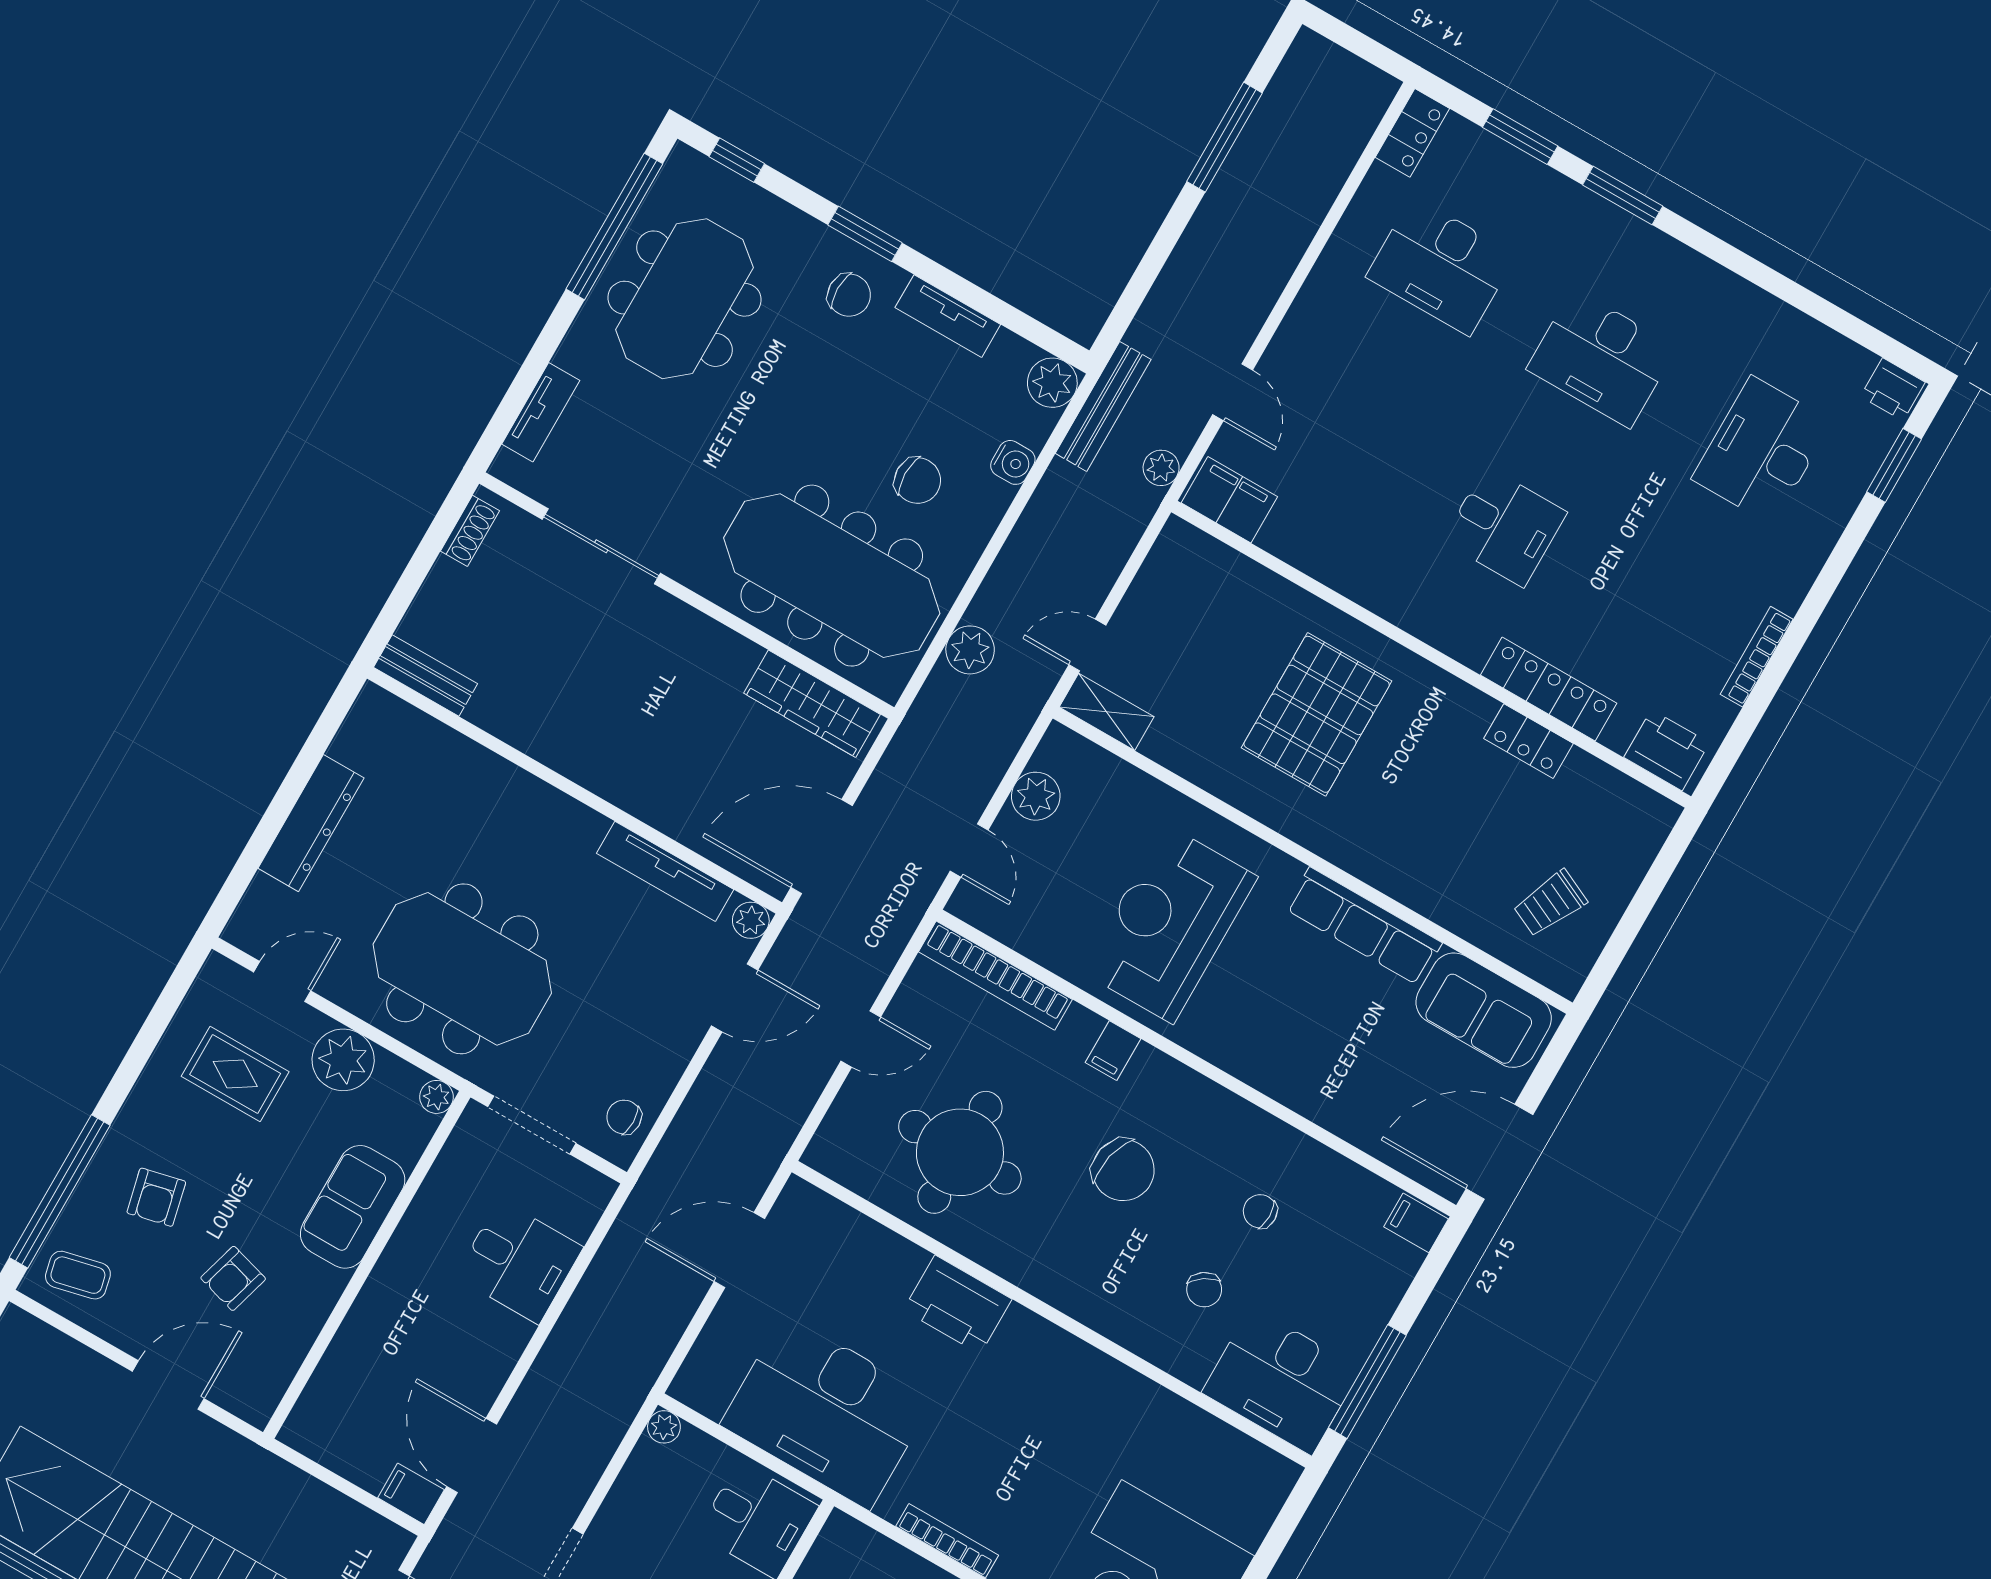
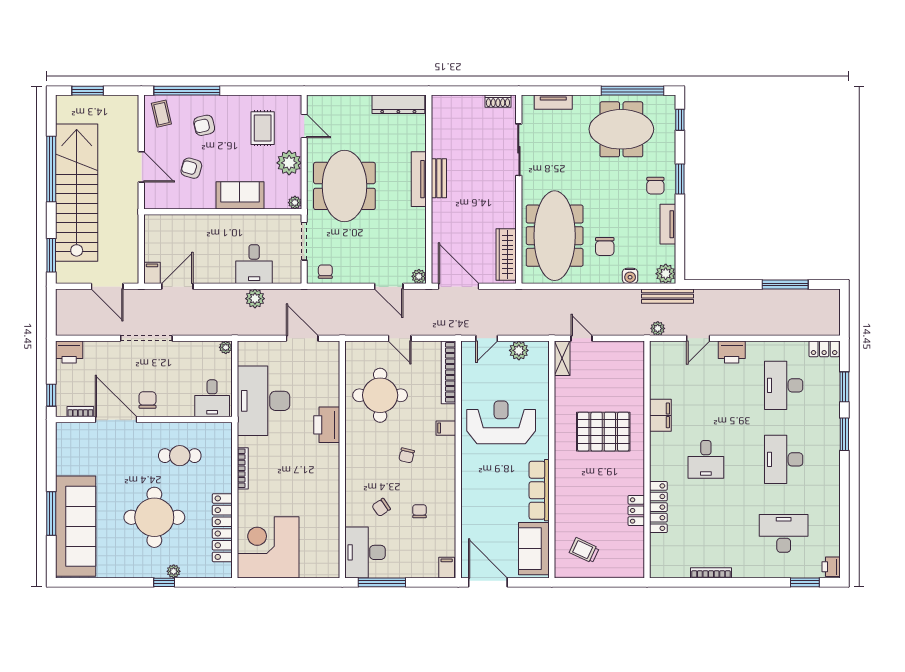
filing cabinet: (1229, 500) -> (660, 415), moved
plant: (970, 650) -> (255, 299), moved
bench: (425, 675) -> (439, 178), moved
printer: (1667, 750) -> (732, 352), moved, turned 90
dresser: (311, 823) -> (398, 104), moved
tv unit: (665, 871) -> (419, 179), moved
chair: (1123, 1170) -> (407, 455), width x0.54, depth x0.54

